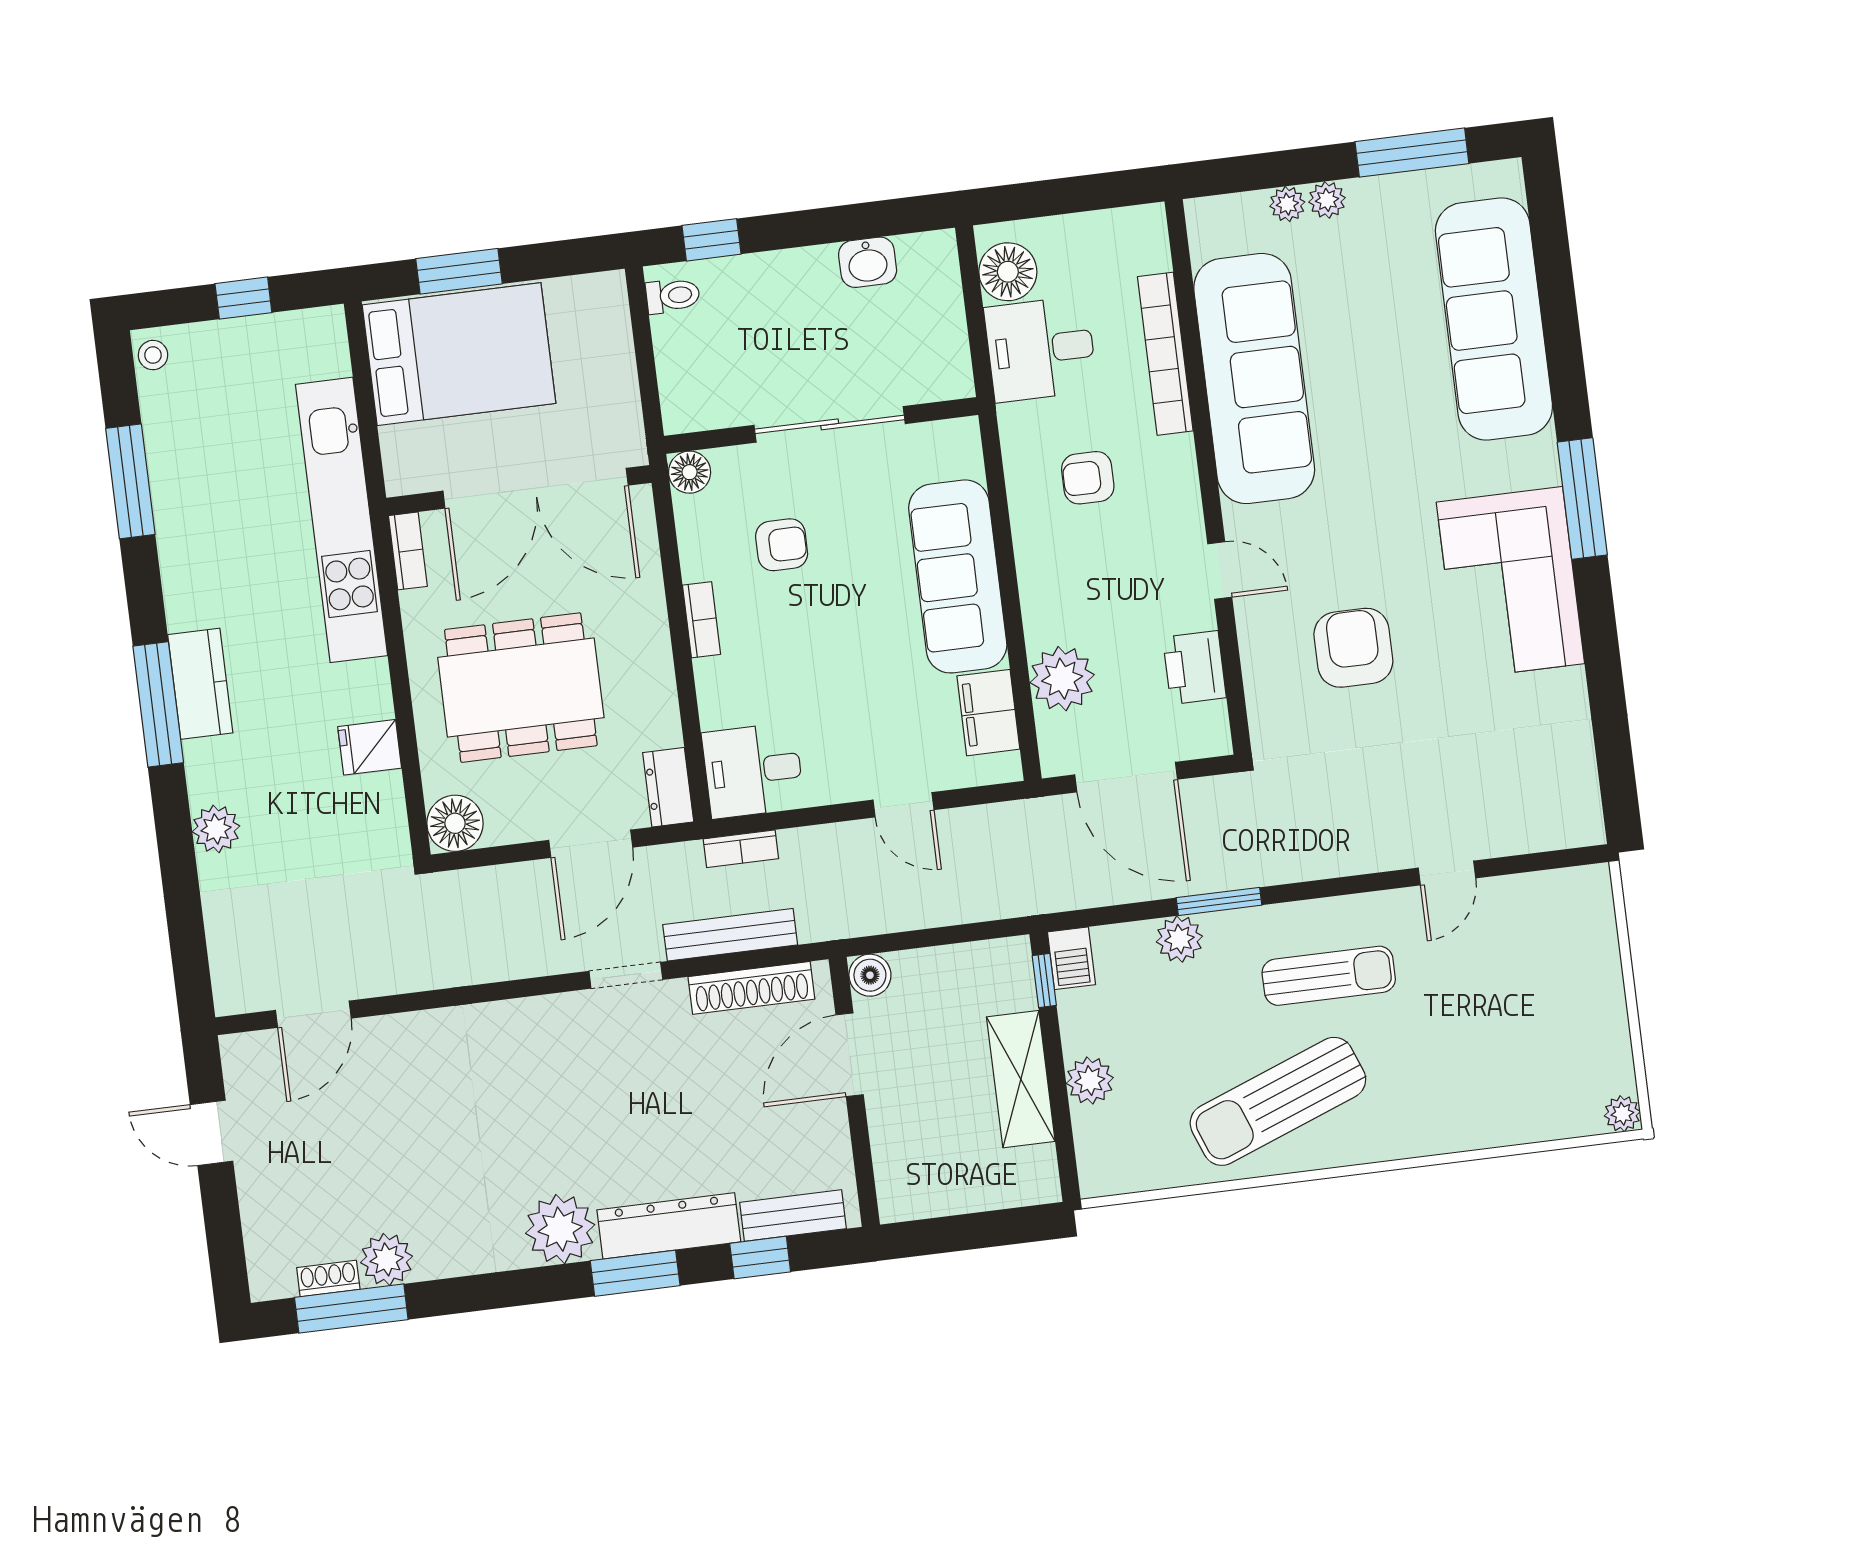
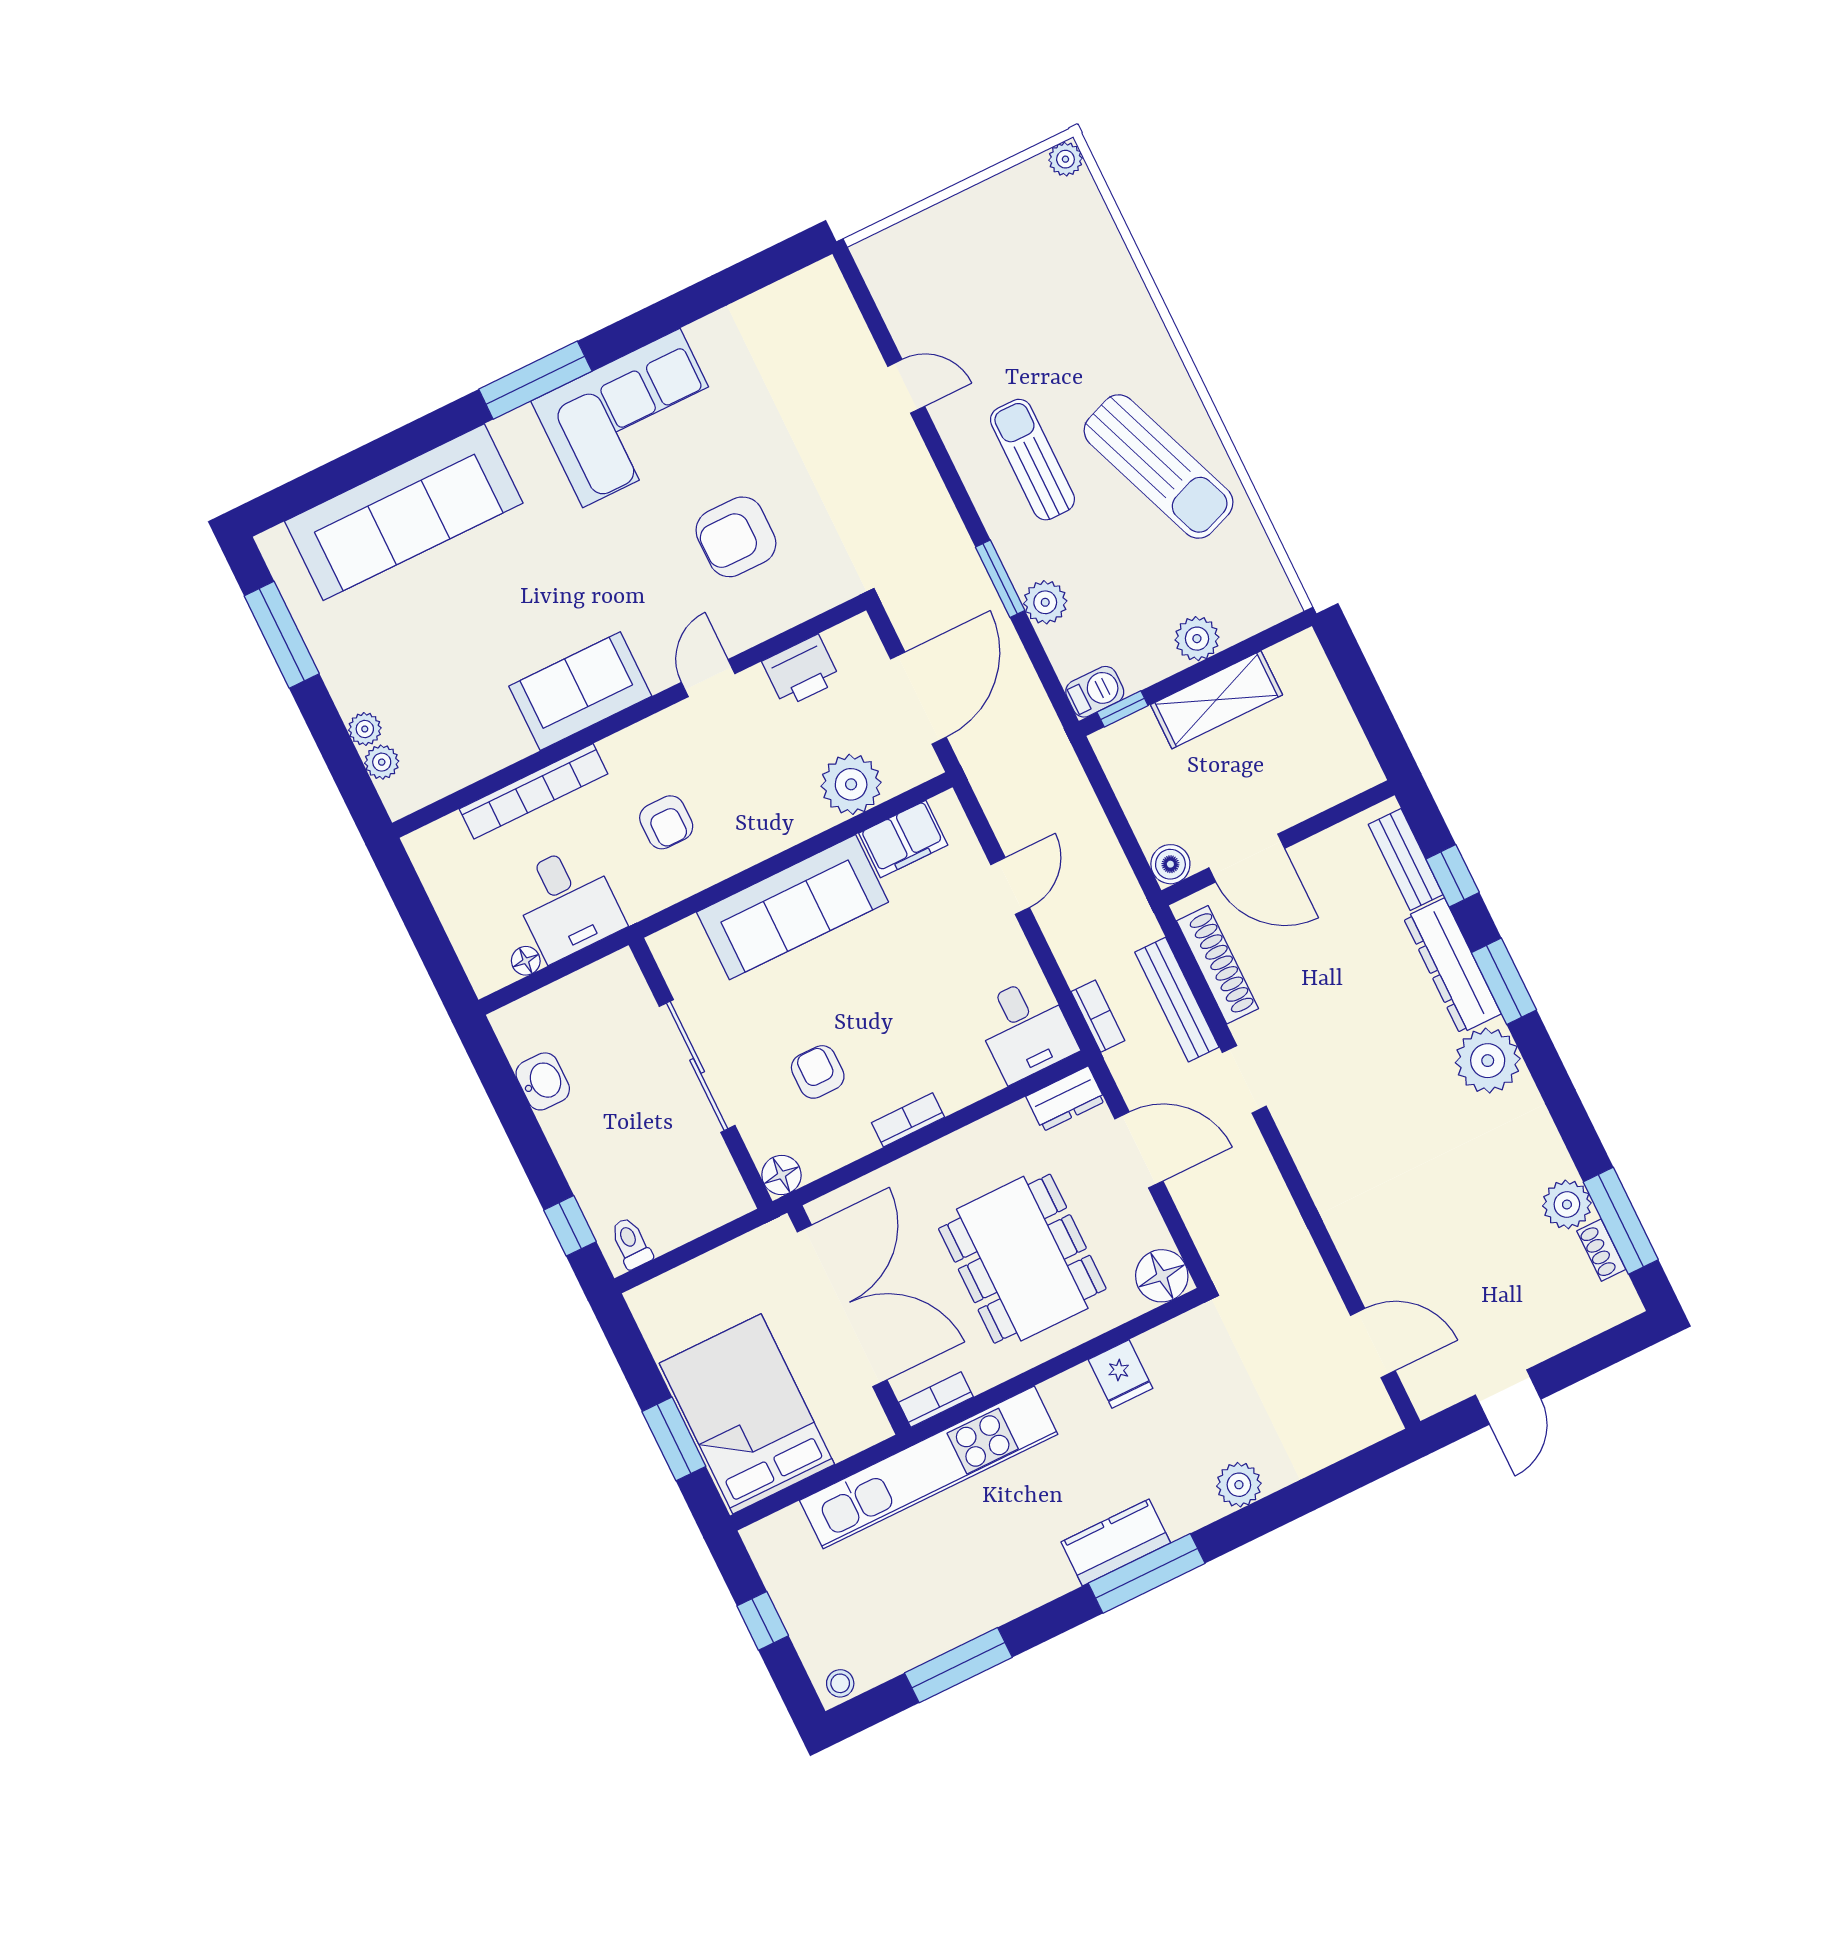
plant: (1327, 200) -> (382, 762), moved
floor lamp: (1008, 272) -> (526, 961), width x0.53, depth x0.53
sofa: (1254, 379) -> (580, 691), width x0.54, depth x0.79

